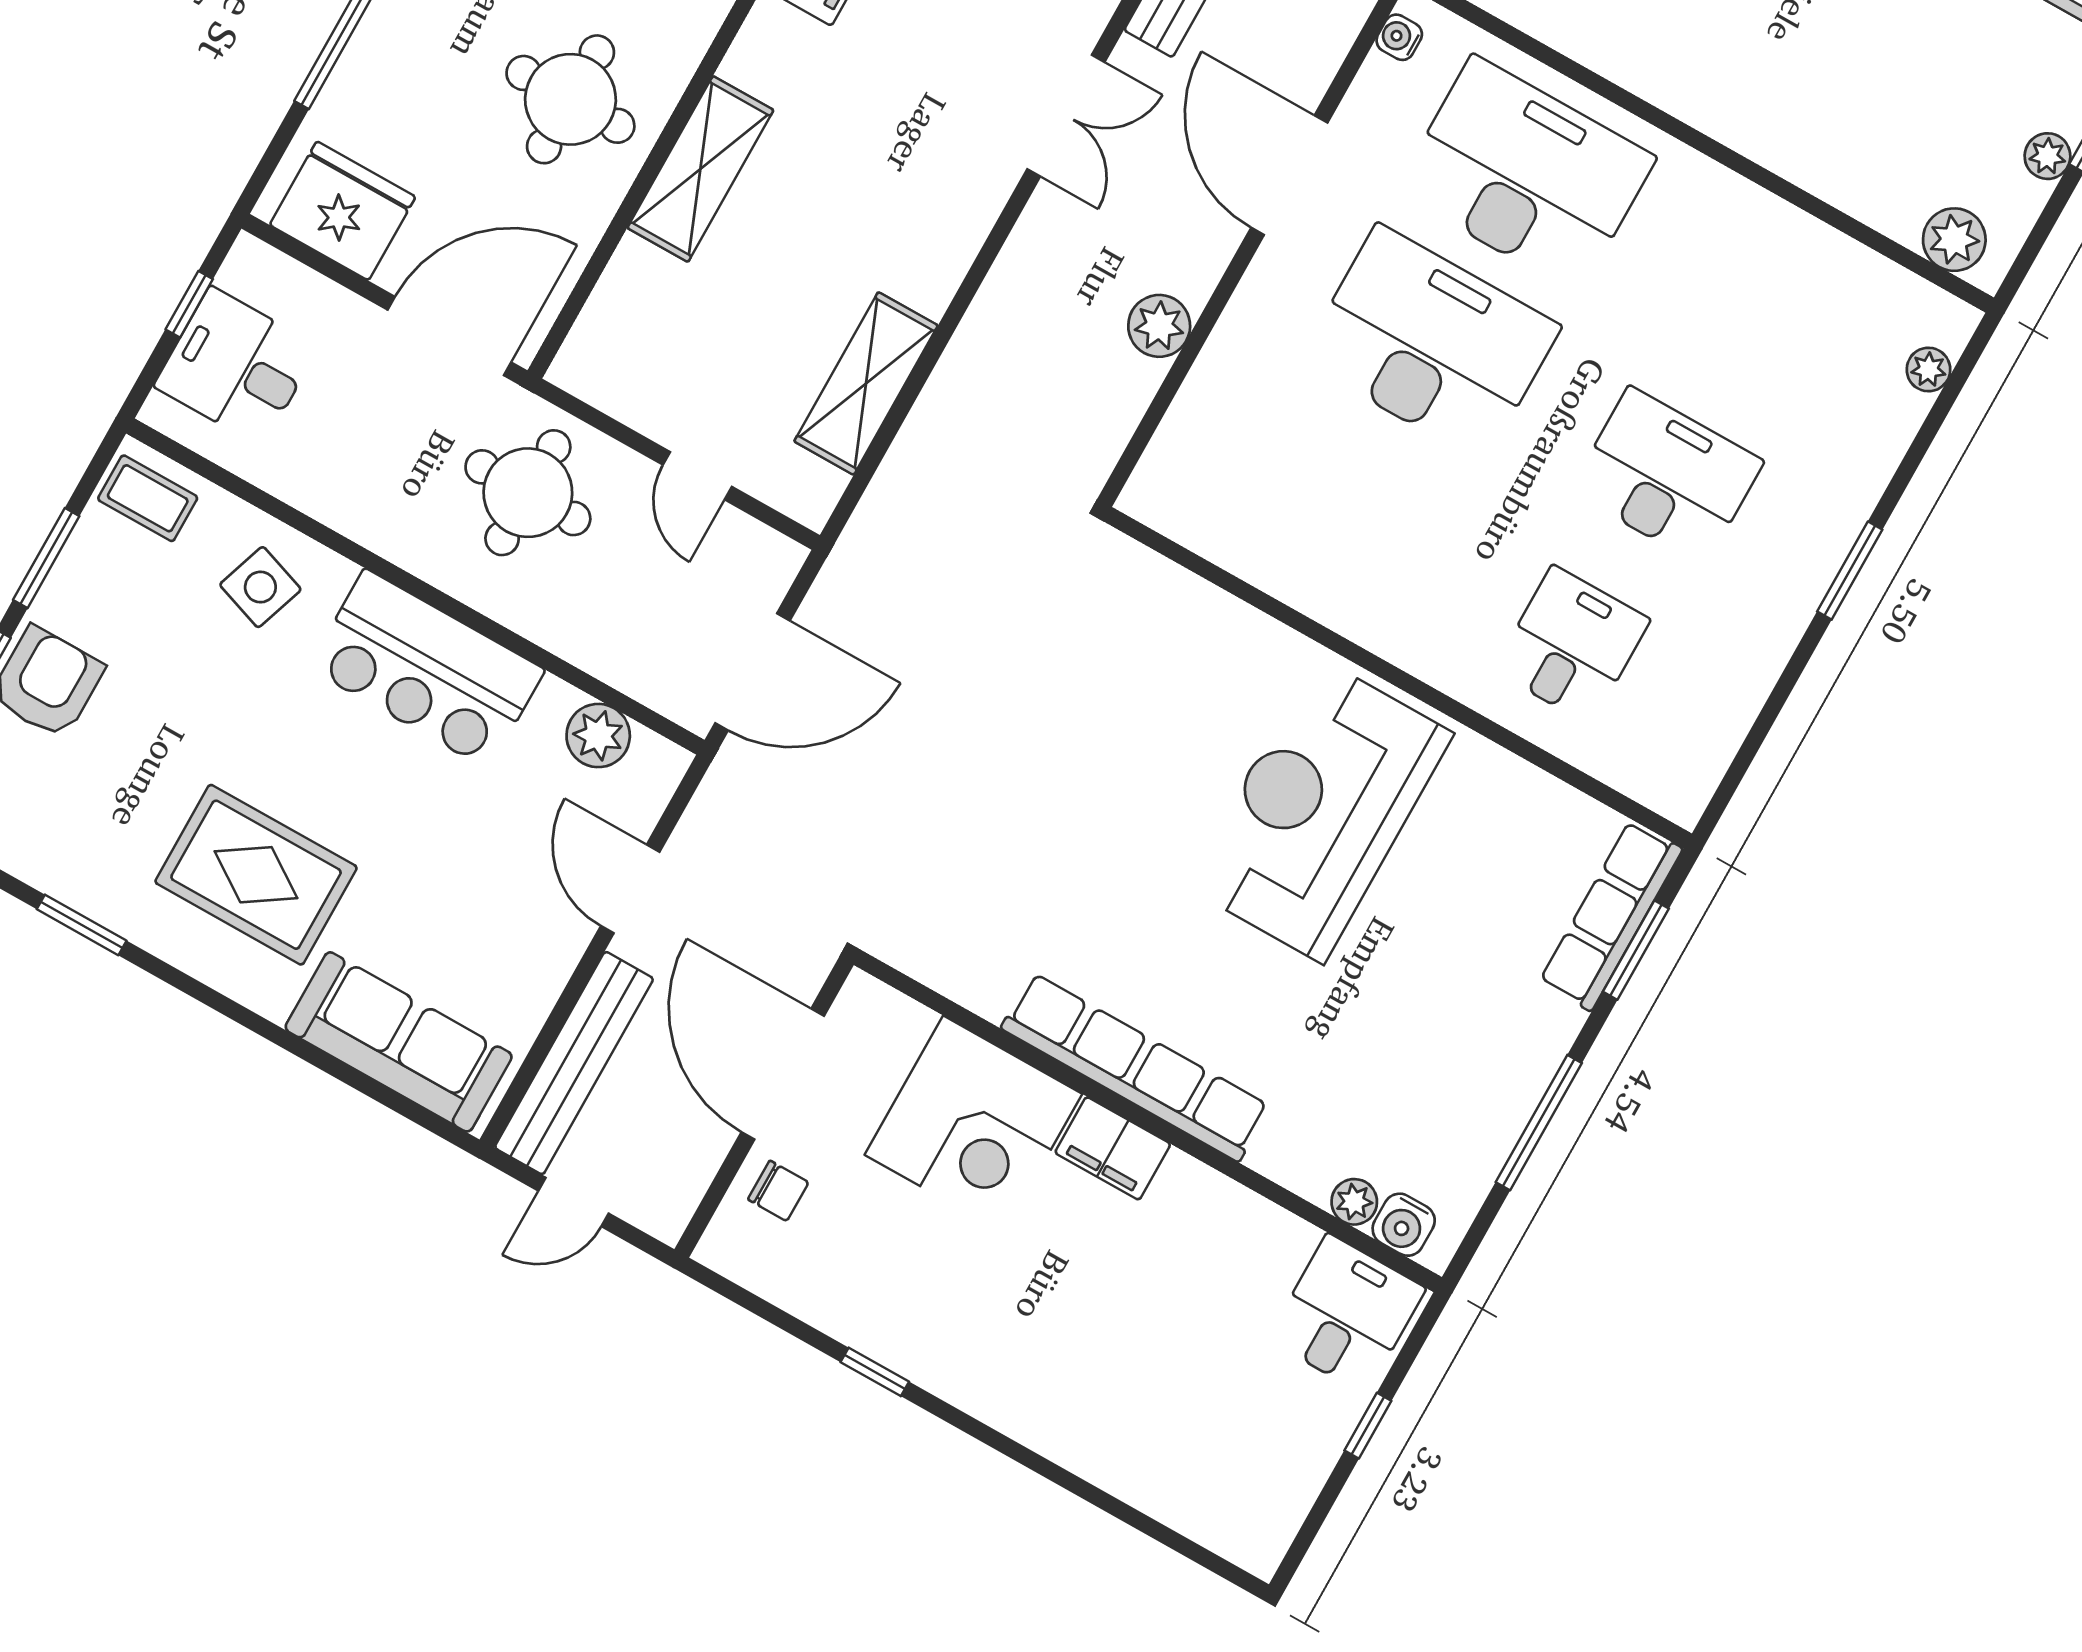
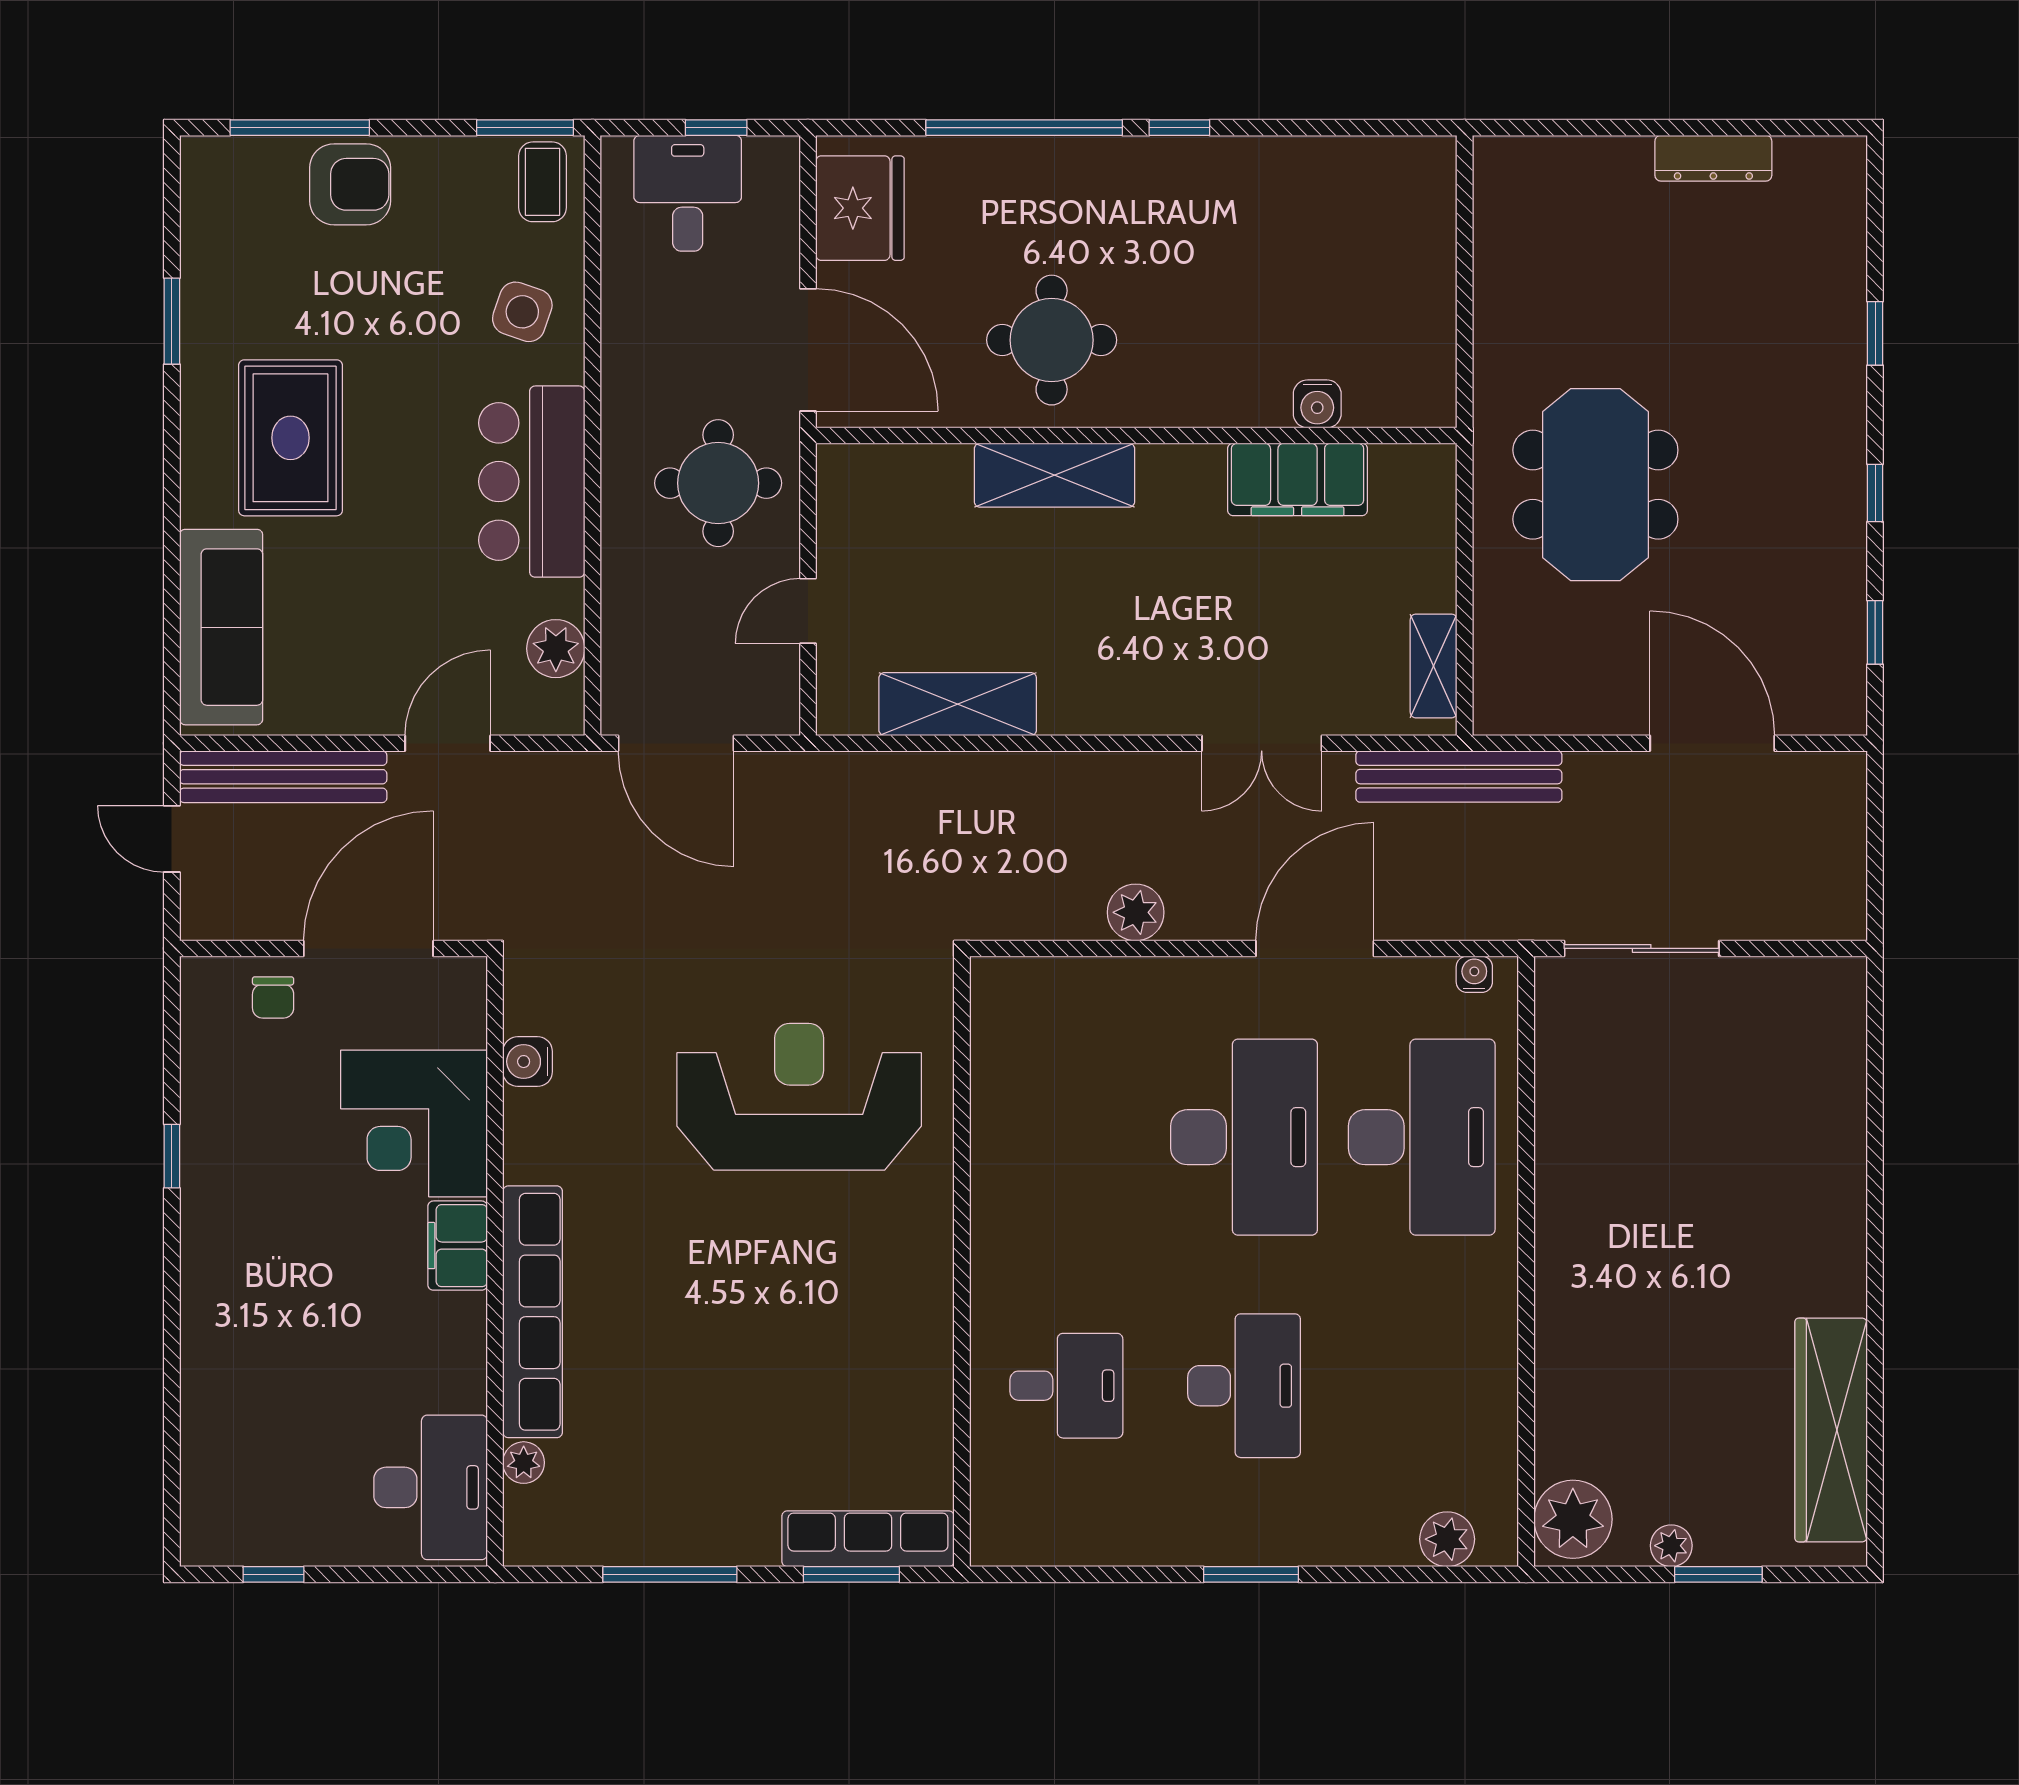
plant: (1954, 240) -> (1573, 1519), width x1.36, depth x1.36
plant: (1928, 369) -> (1447, 1539), width x1.38, depth x1.38
window: (46, 558) -> (525, 128), moved
reception desk: (1320, 810) -> (799, 1097), moved
row of seats: (1135, 1067) -> (533, 1312), moved
water cooler: (1404, 1225) -> (528, 1062), moved
desk: (1347, 1314) -> (431, 1487), width x1.37
window: (1368, 1426) -> (273, 1574), moved

